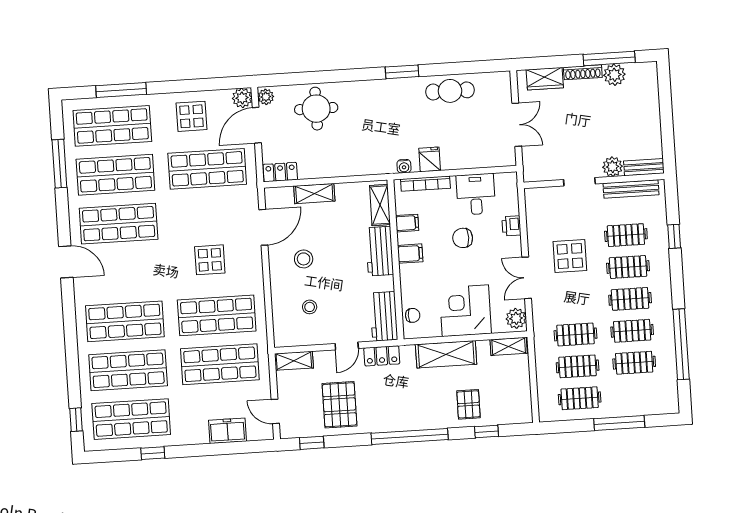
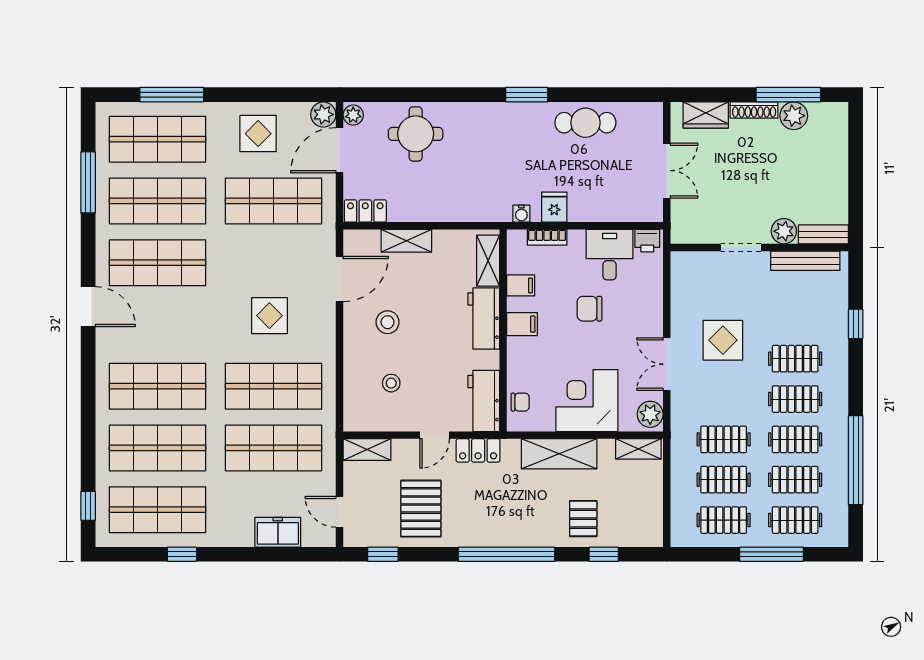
bookcase: (425, 184) -> (547, 237), width x0.64
printer: (511, 226) -> (647, 241), moved, turned -90
clothes rail: (626, 235) -> (795, 520), moved

